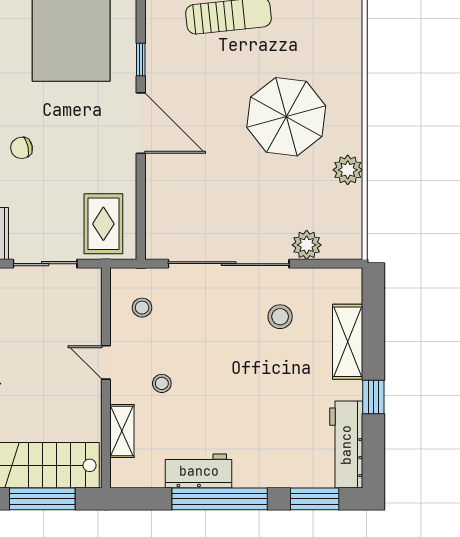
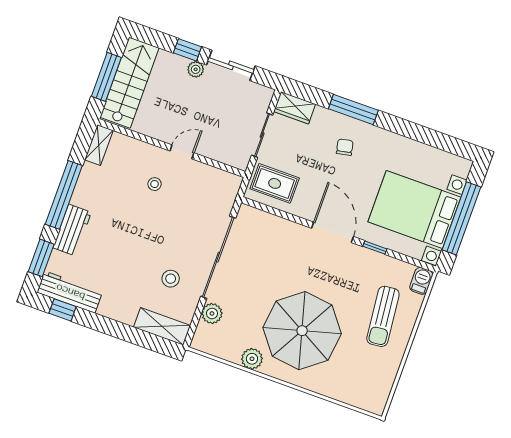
parasol: (286, 117) -> (302, 331), width x1.36, depth x1.36
door: (141, 123) -> (333, 232), swing flipped
stool: (142, 308) -> (210, 189), removed
shelving: (348, 342) -> (162, 326), moved
window: (373, 397) -> (63, 310), moved
shelving: (122, 431) -> (99, 145), moved, turned 90
workbench: (199, 471) -> (72, 230), moved

